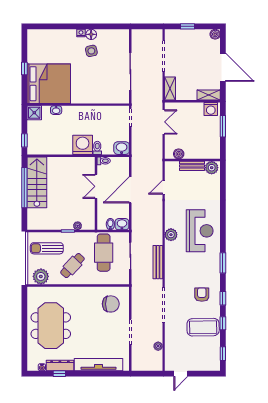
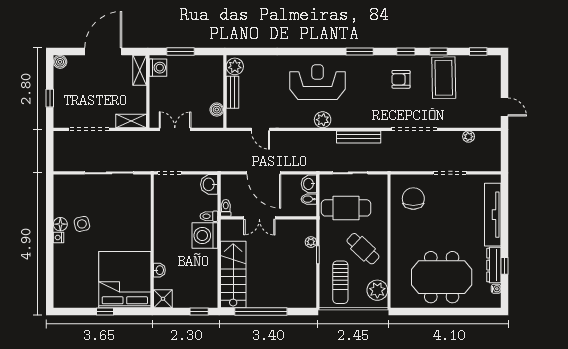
stairs: (37, 182) -> (233, 274), moved, turned 90

